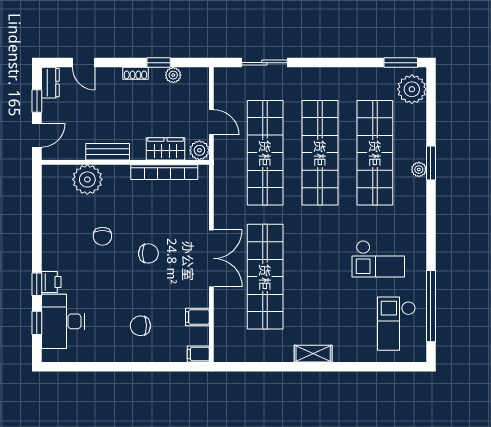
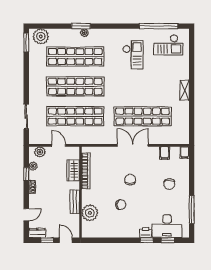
door: (211, 122) -> (59, 145), hinge flipped
plant: (199, 150) -> (40, 152), moved
window: (93, 367) -> (192, 210), added

